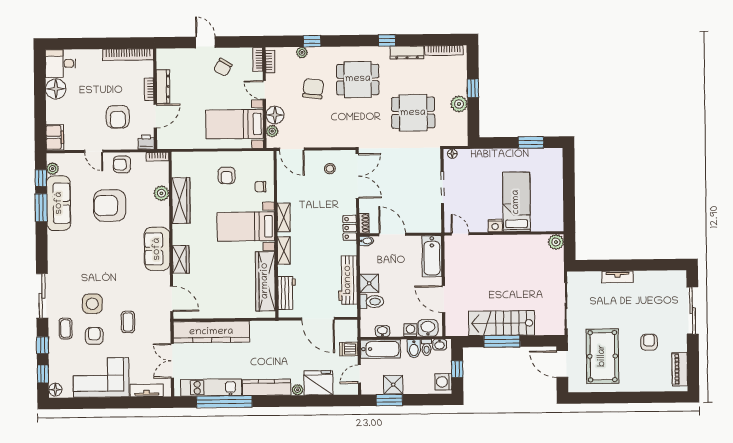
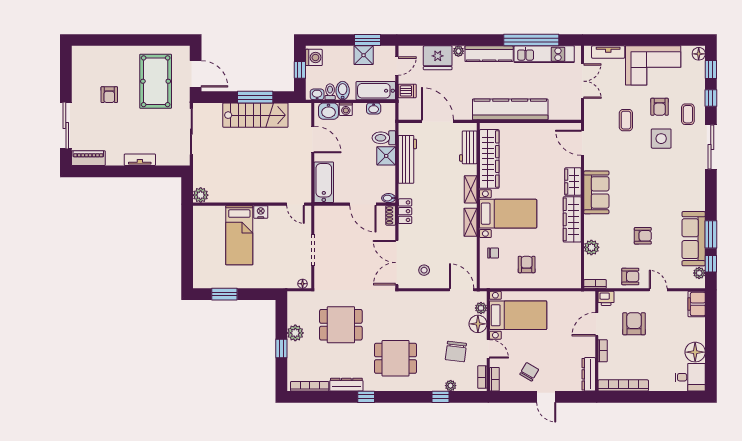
dresser: (163, 86) -> (589, 374), moved
chair: (313, 89) -> (456, 352), moved
wardrobe: (181, 200) -> (572, 219), moved
armchair: (110, 206) -> (643, 236), width x0.53, depth x0.53
kitchen counter: (211, 332) -> (510, 109), moved
piano: (680, 369) -> (88, 158), moved, turned -90

